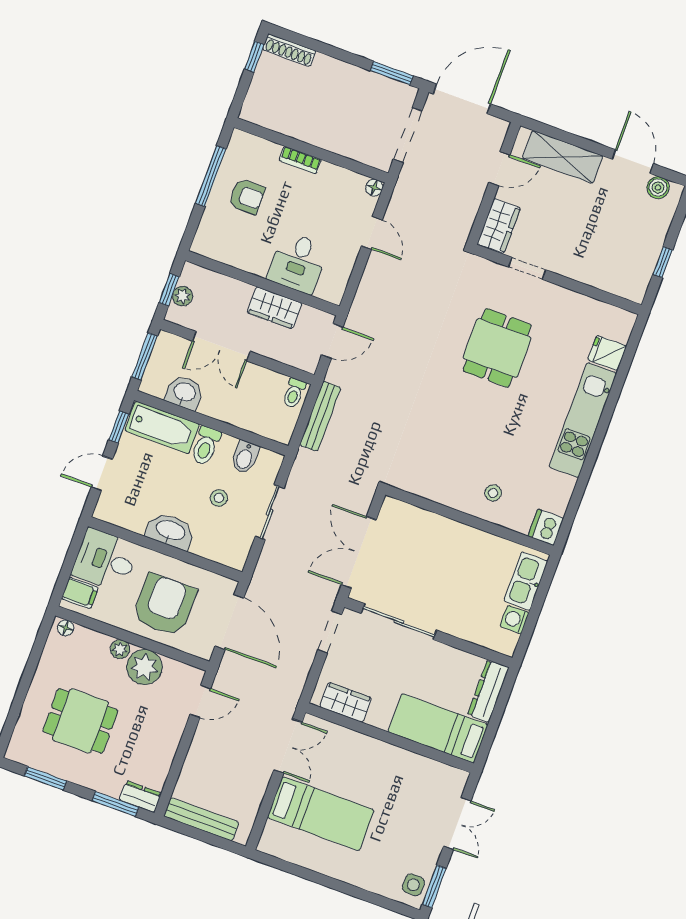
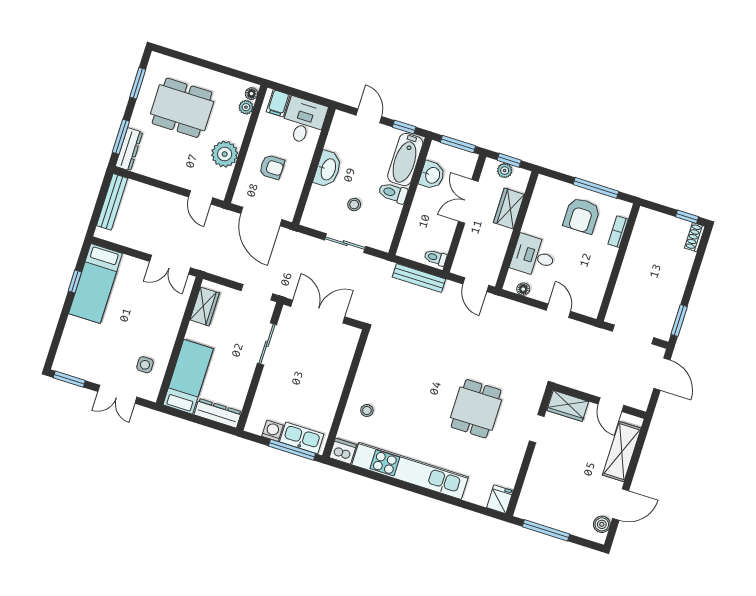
shoe rack: (289, 50) -> (695, 237), width x0.70
door: (462, 99) -> (662, 374), width x0.73
bookcase: (300, 160) -> (618, 232), moved
floor lamp: (374, 188) -> (523, 289), moved
armchair: (247, 196) -> (582, 216), width x1.38, depth x1.38
door: (372, 233) -> (558, 311), swing flipped
window: (663, 262) -> (546, 530), width x2.17
wardrobe: (274, 308) -> (509, 209), moved
dining table: (497, 348) -> (476, 409), turned 90
fridge: (607, 353) -> (500, 499), moved
kitchen unit: (583, 420) -> (410, 471), width x1.36
bidet: (245, 457) -> (386, 223), removed
window: (541, 595) -> (292, 450), added
armchair: (164, 605) -> (272, 167), width x0.53, depth x0.53
door: (229, 622) -> (261, 217), hinge flipped
sliding door: (399, 622) -> (267, 344), width x0.73
plant: (120, 649) -> (246, 107), moved
dining table: (80, 721) -> (182, 108), width x1.37
dresser: (140, 797) -> (129, 149), width x1.44
bed: (321, 814) -> (95, 284), moved
window: (305, 873) -> (75, 282), added
side table: (413, 885) -> (145, 365), moved

